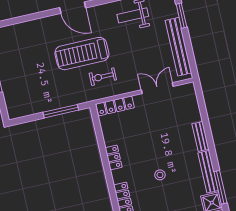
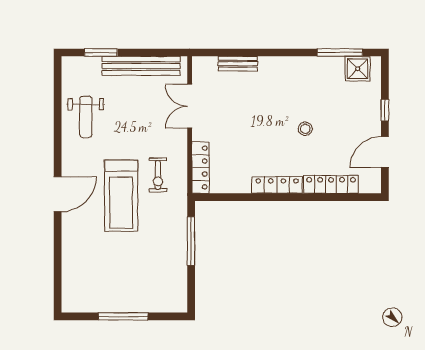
bench: (200, 136) -> (238, 64), moved
locker: (114, 158) -> (277, 185), width x1.53
bench: (208, 172) -> (316, 64), removed

